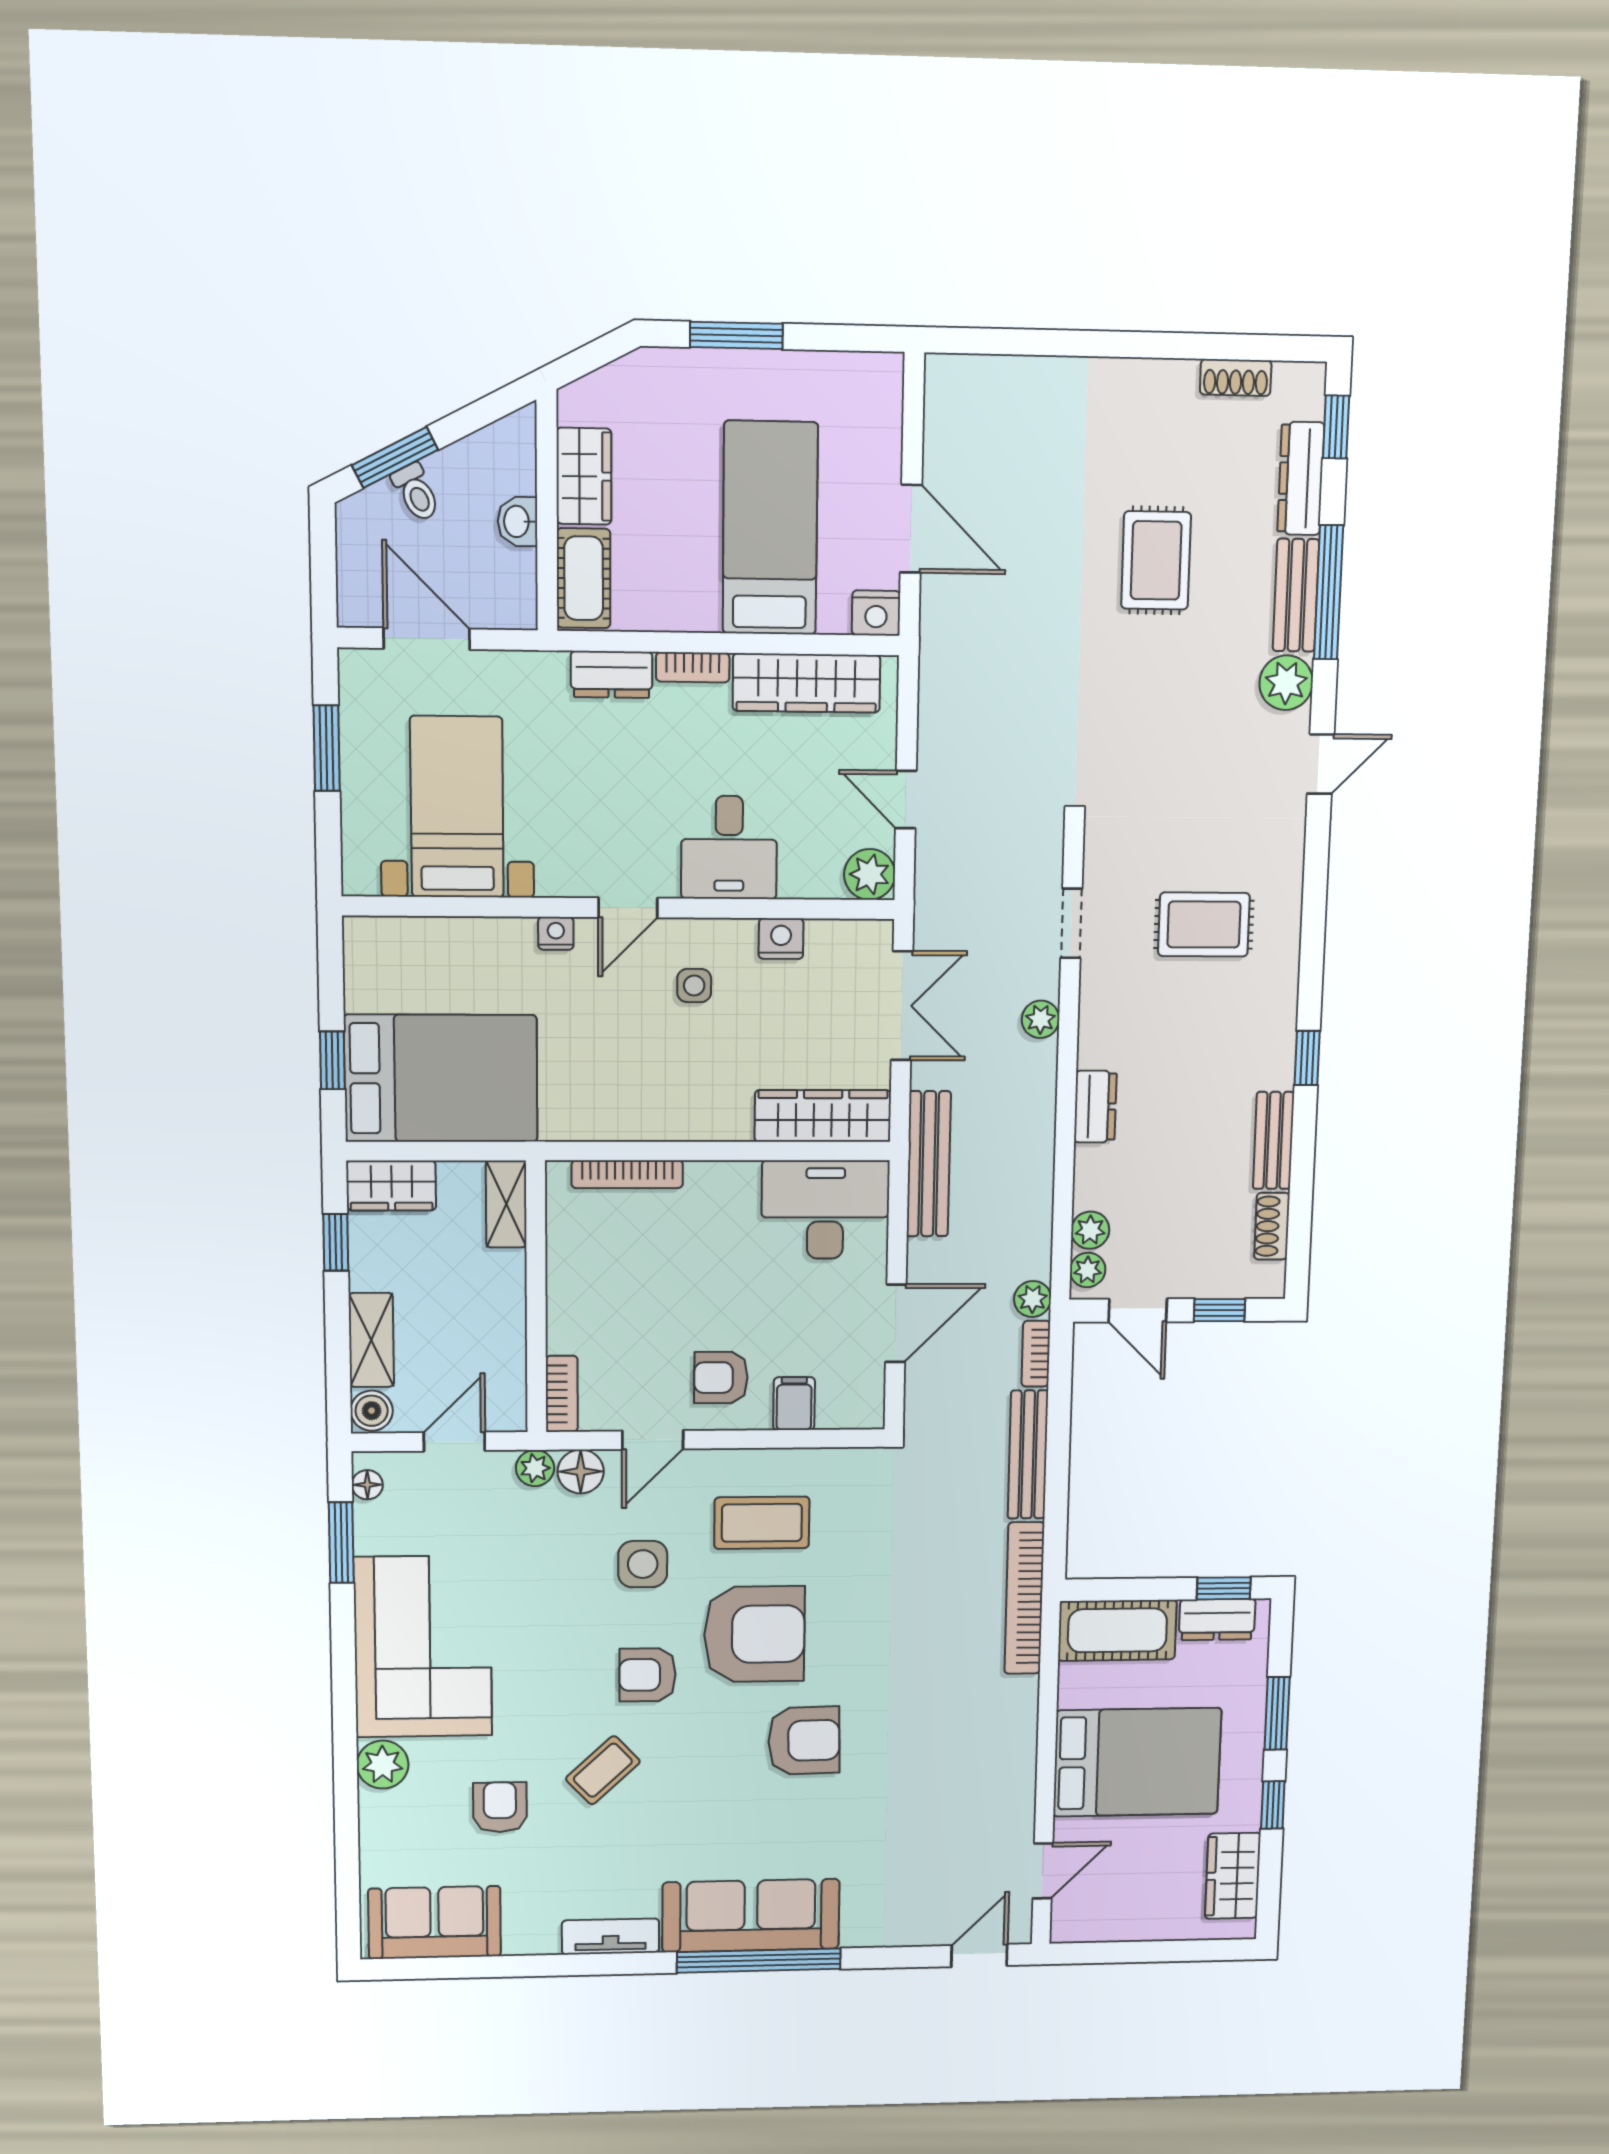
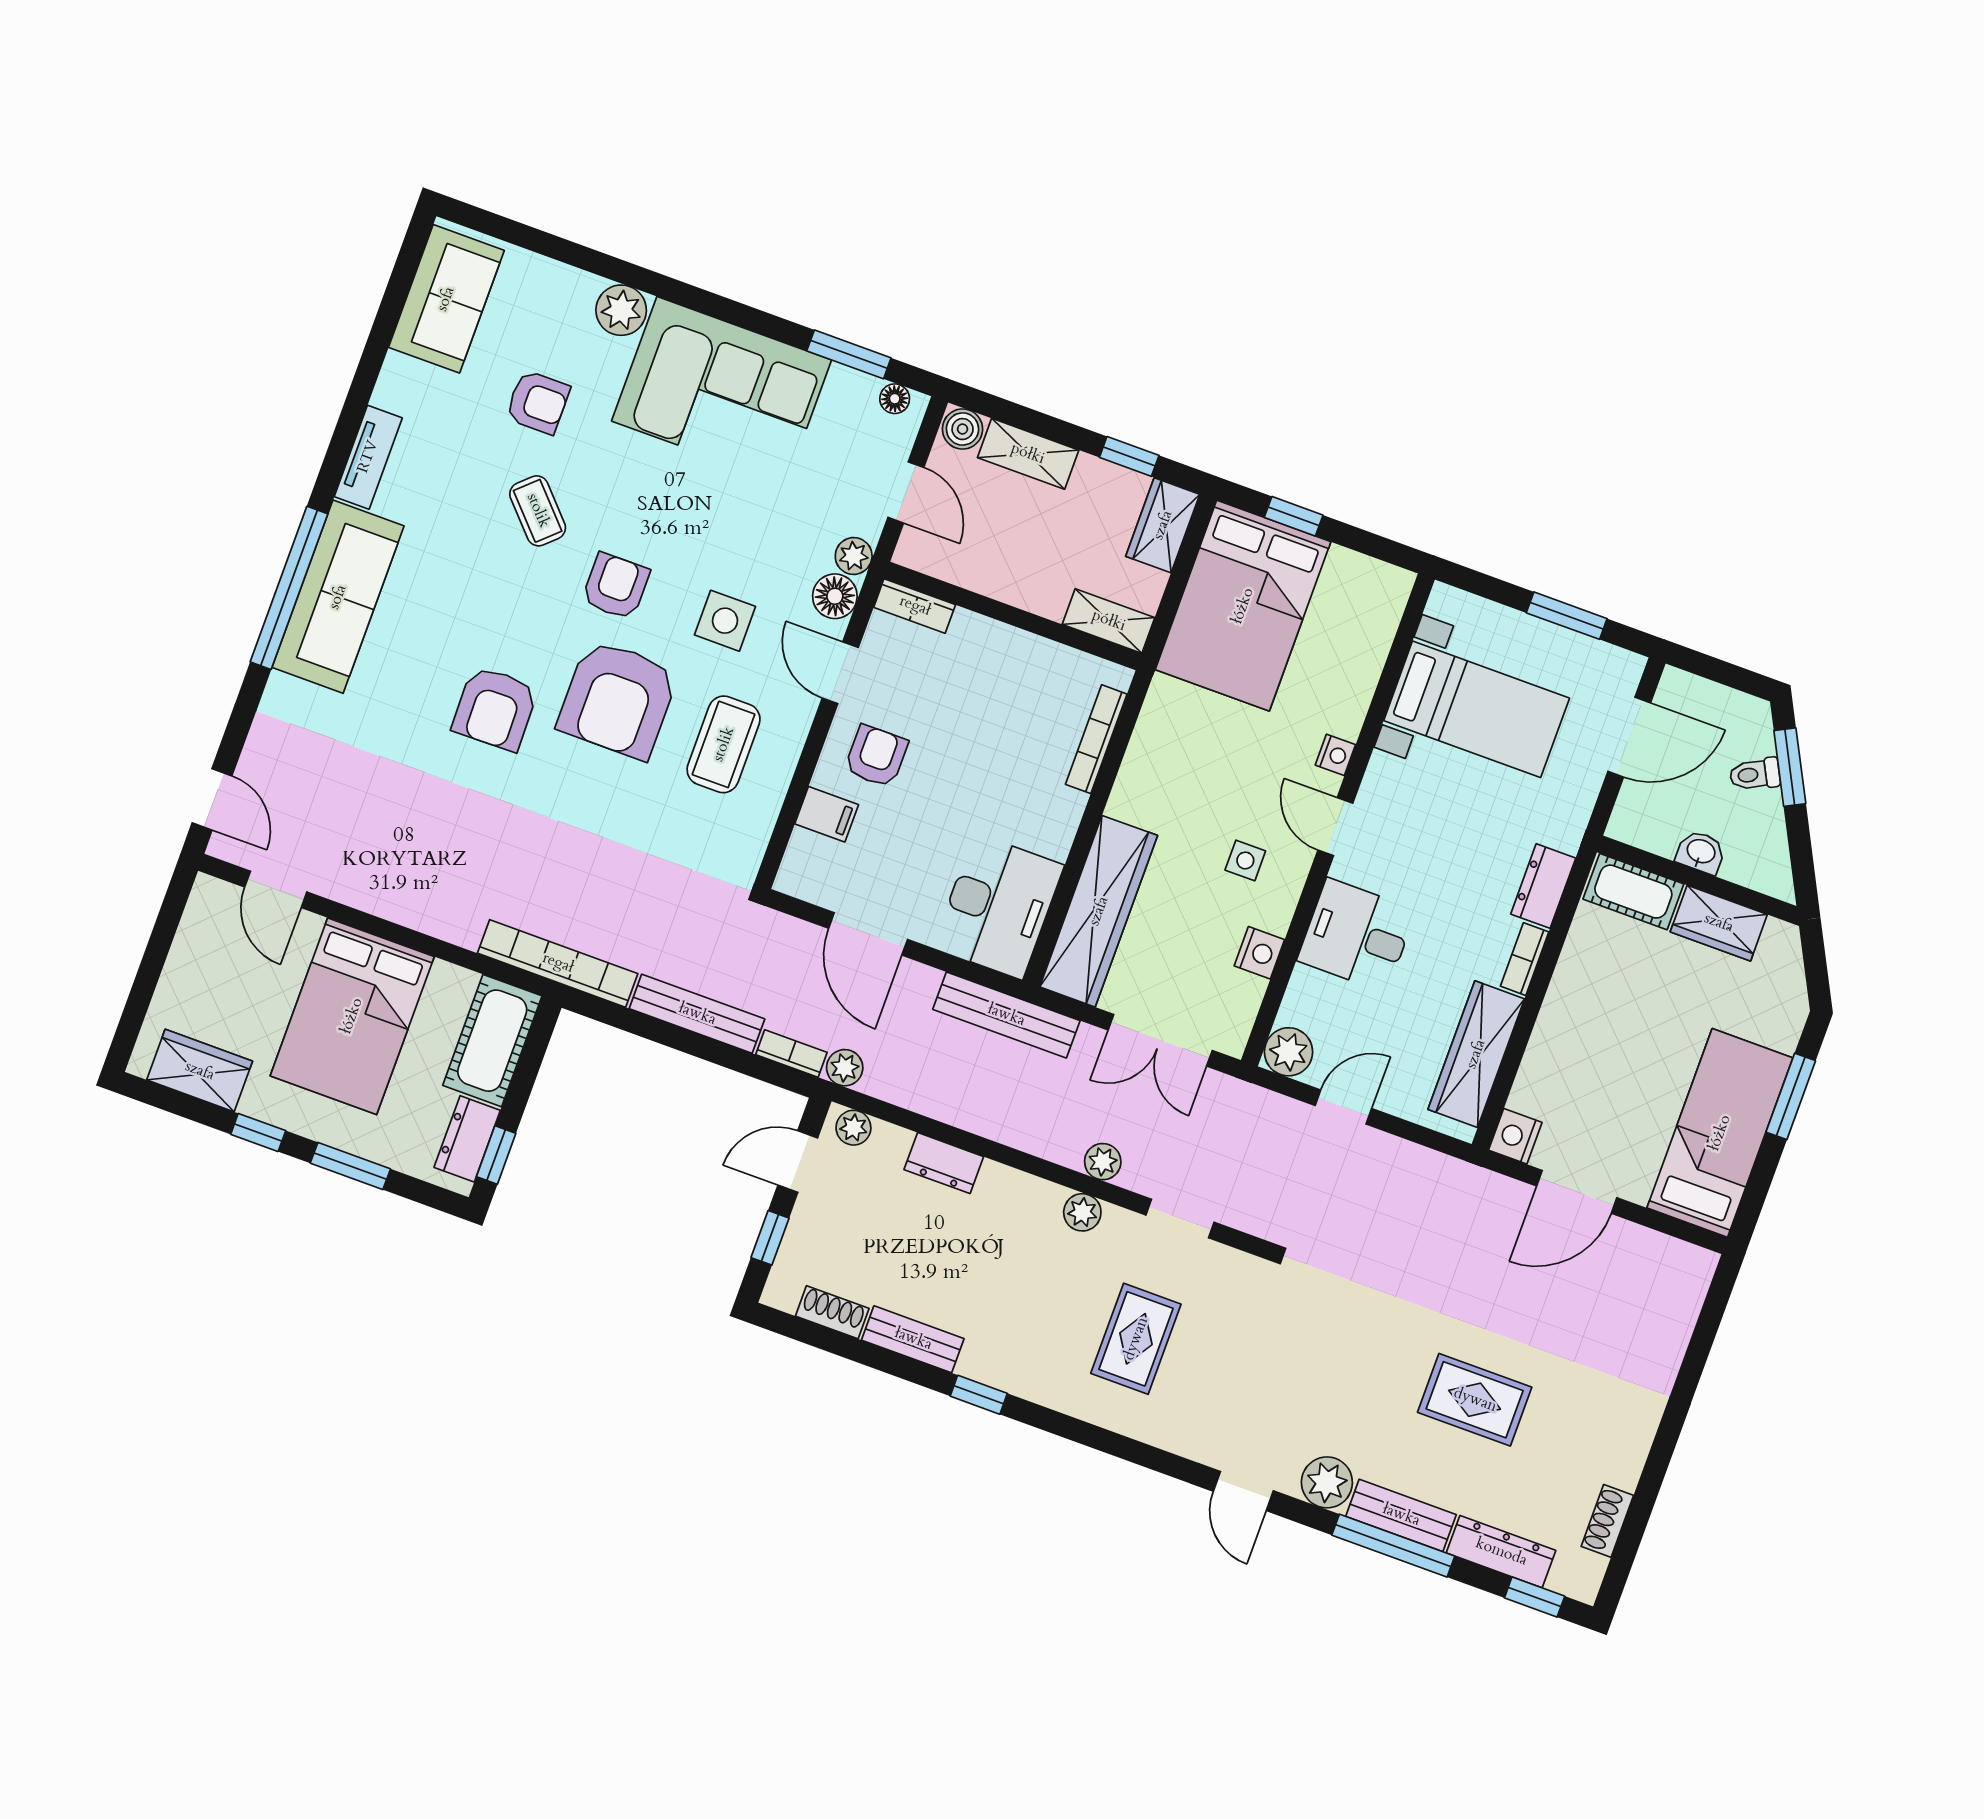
bed: (770, 528) -> (1720, 1133), moved, turned -90
dresser: (1095, 1107) -> (944, 1163), moved
wardrobe: (823, 1116) -> (1099, 911), width x1.40, depth x1.17
plant: (1090, 1230) -> (1082, 1212), moved

